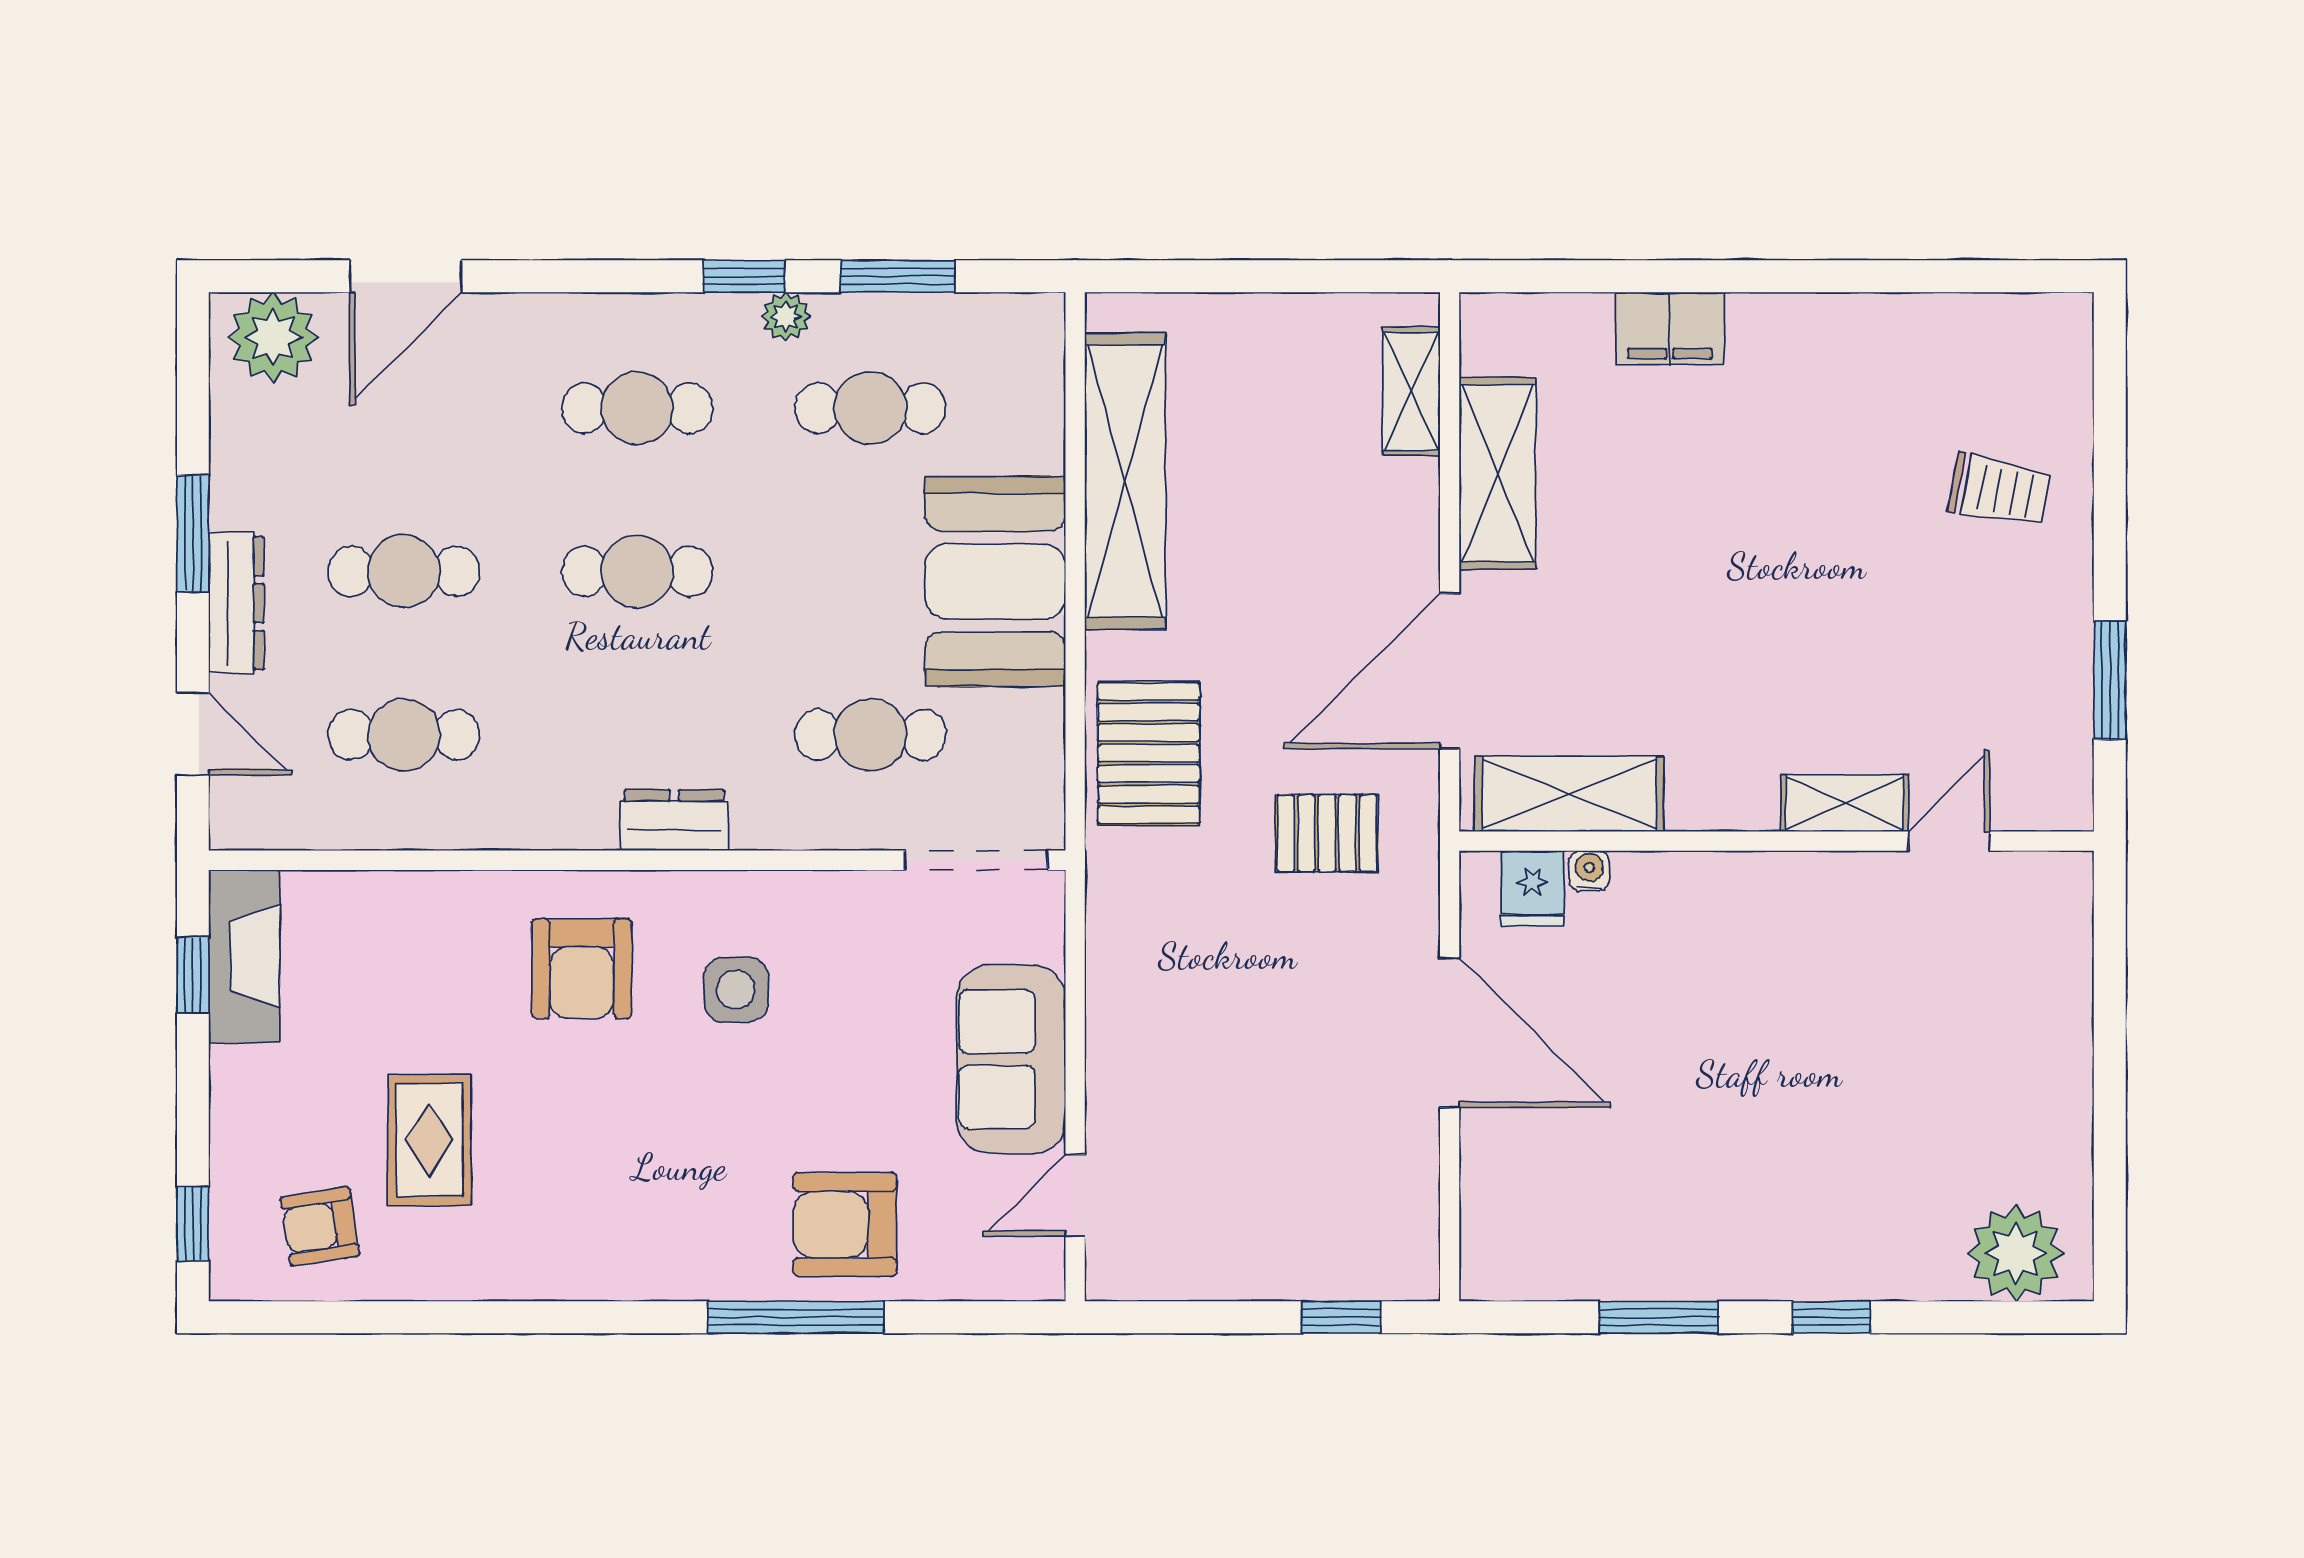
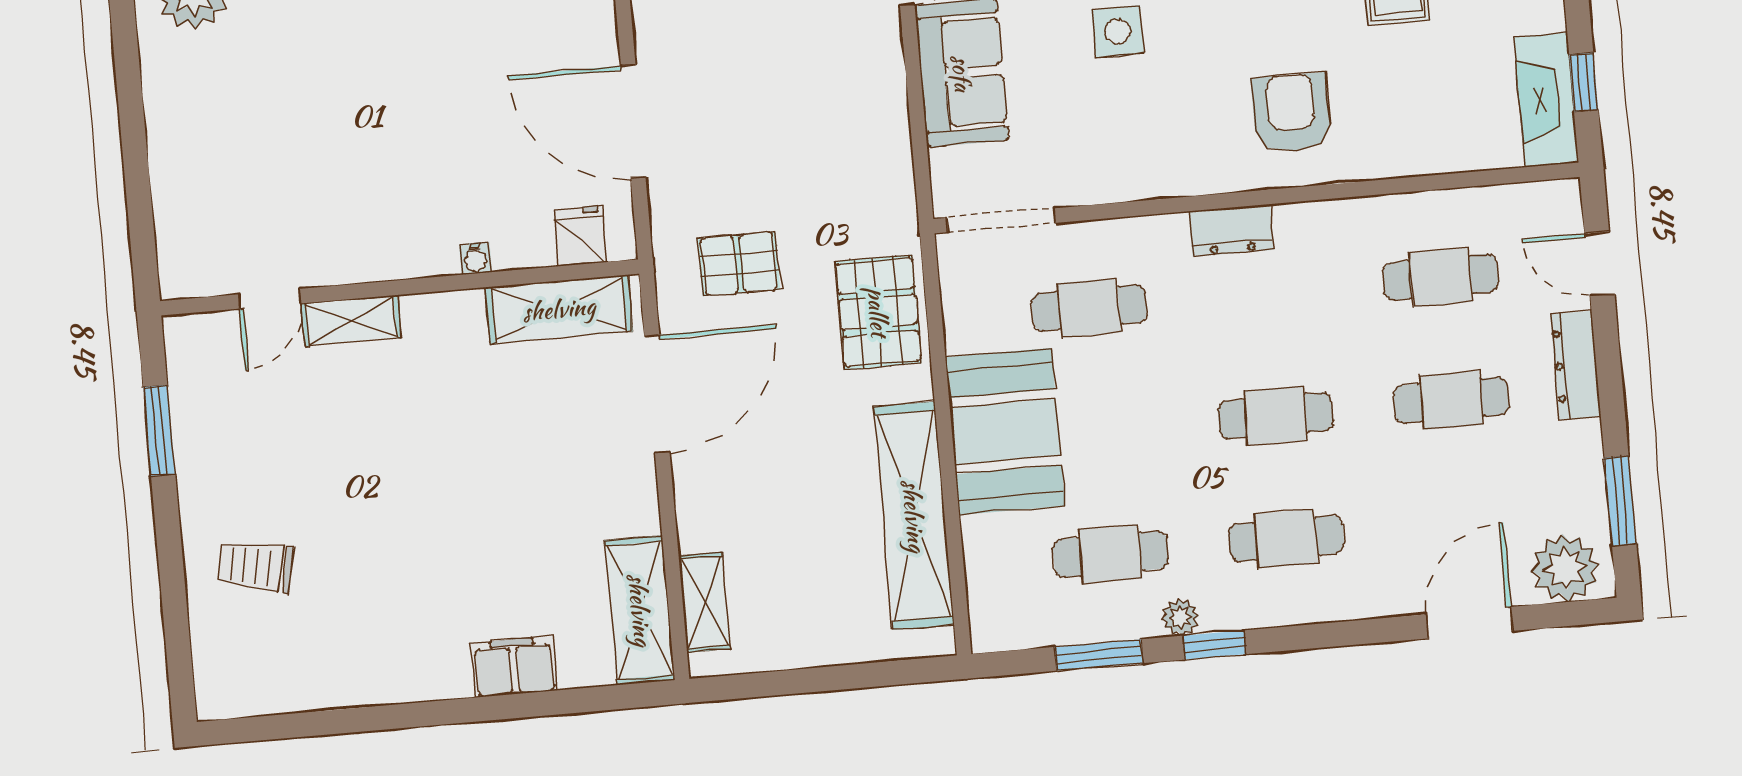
shelving: (1498, 473) -> (640, 610), moved
window: (193, 534) -> (1620, 501), moved
water cooler: (1589, 871) -> (476, 258), moved
side table: (736, 990) -> (1118, 32), moved

